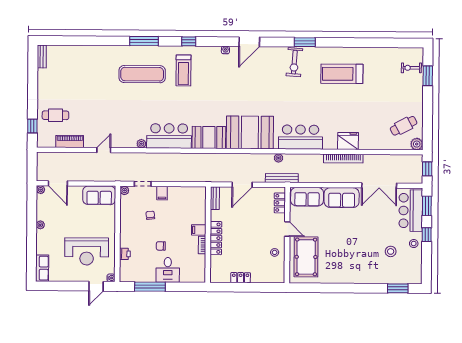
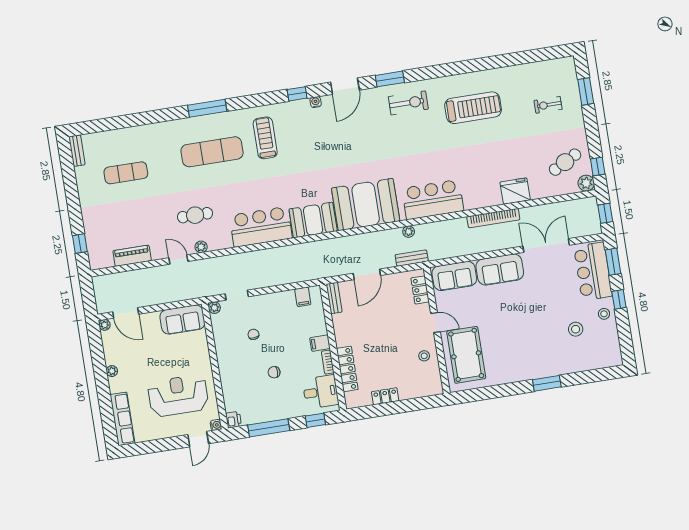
window: (189, 41) -> (297, 94), moved
window: (305, 42) -> (390, 79), moved
exercise bike: (294, 62) -> (408, 103), turned -94
exercise bike: (411, 68) -> (548, 105), moved
treadmill: (183, 70) -> (265, 138), turned 180
treadmill: (342, 74) -> (473, 108), turned 180
exercise mat: (75, 79) -> (126, 173), added
cafe table: (55, 115) -> (195, 215), moved
window: (427, 133) -> (598, 166), added
fridge: (348, 141) -> (515, 191), moved
plant: (141, 144) -> (201, 247), moved
door: (104, 150) -> (178, 260), hinge flipped
bench: (282, 178) -> (412, 258), width x0.73
double door: (379, 186) -> (546, 246), swing flipped
filing cabinet: (162, 193) -> (303, 297), moved
locker: (216, 238) -> (347, 369), moved
reception desk: (87, 251) -> (178, 396), turned 180
printer: (125, 254) -> (233, 420), moved
row of seats: (42, 268) -> (122, 419), width x1.48
desk: (168, 270) -> (321, 392), moved, turned -90
window: (186, 287) -> (315, 420), added
window: (398, 288) -> (547, 383), moved

